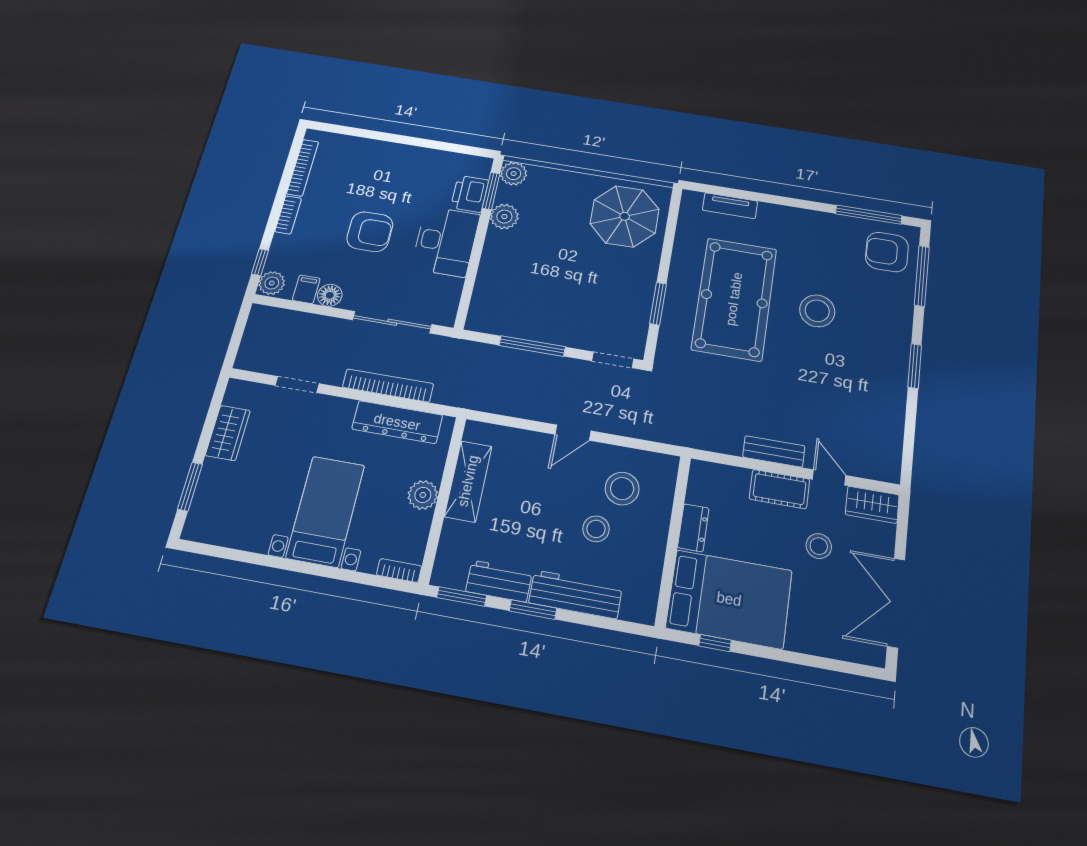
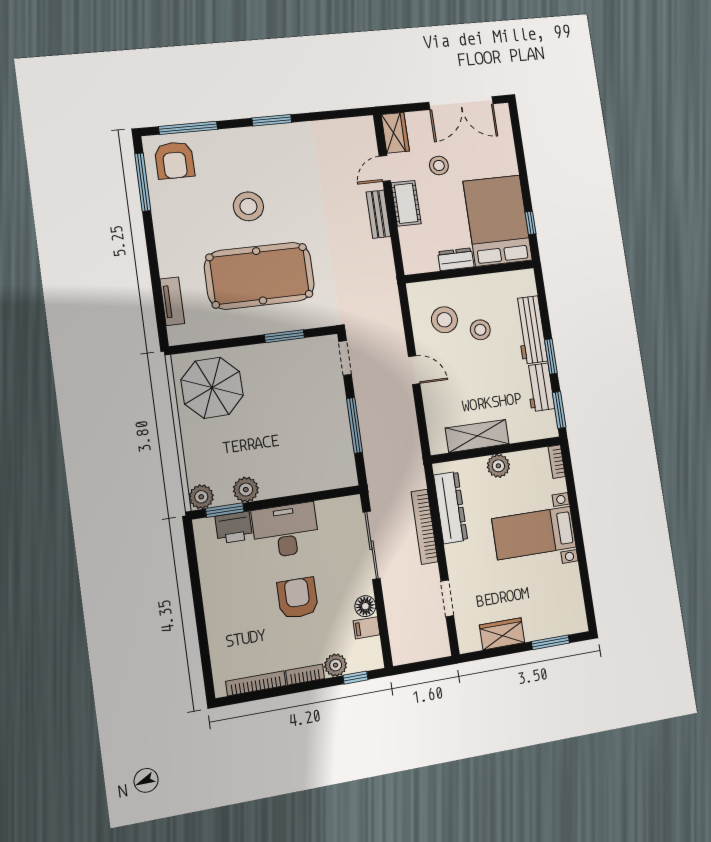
plant: (272, 283) -> (336, 665), moved

